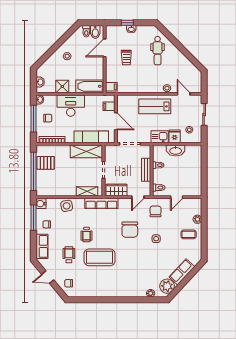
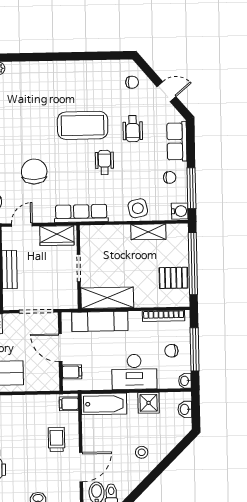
trolley: (126, 58) -> (56, 439), moved
shelving: (87, 191) -> (148, 232), moved

